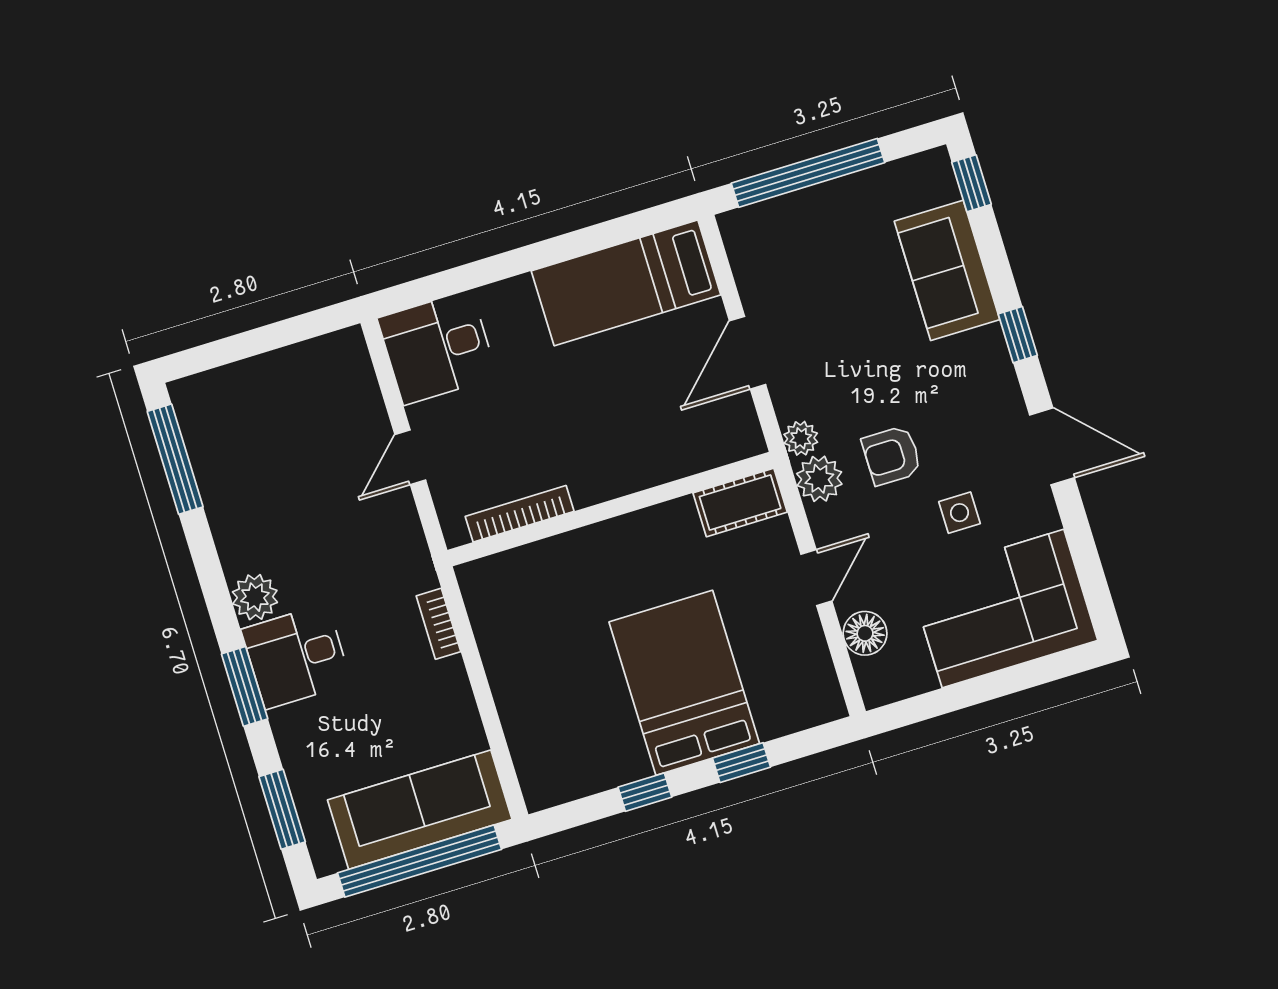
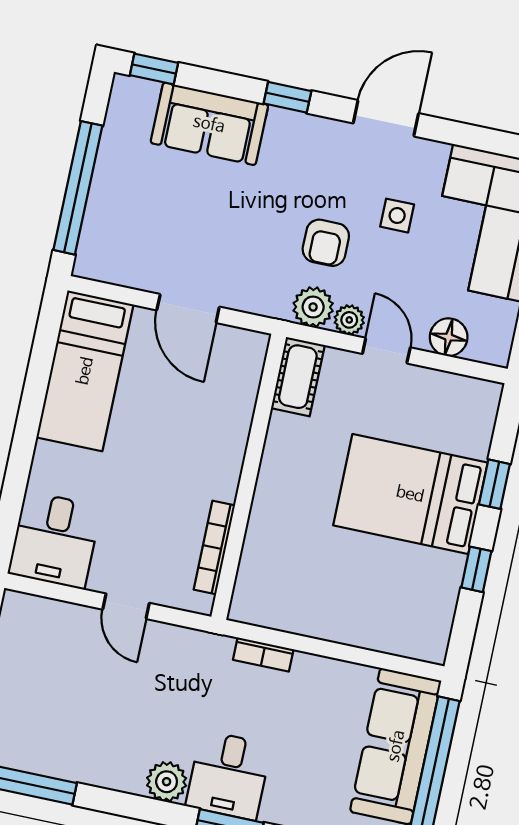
plant: (801, 438) -> (349, 320), moved

